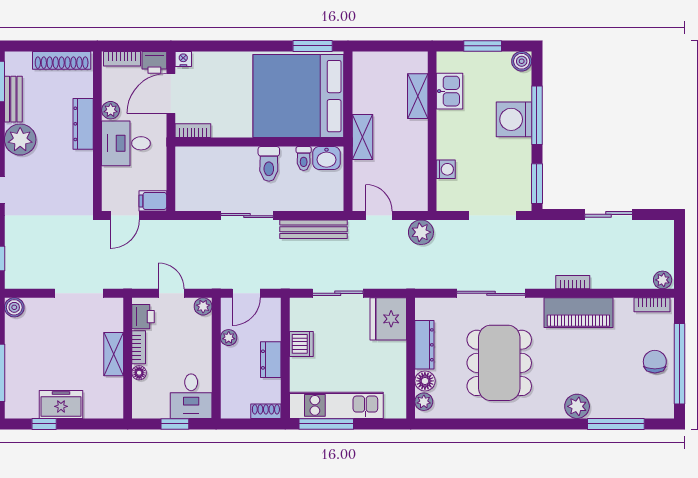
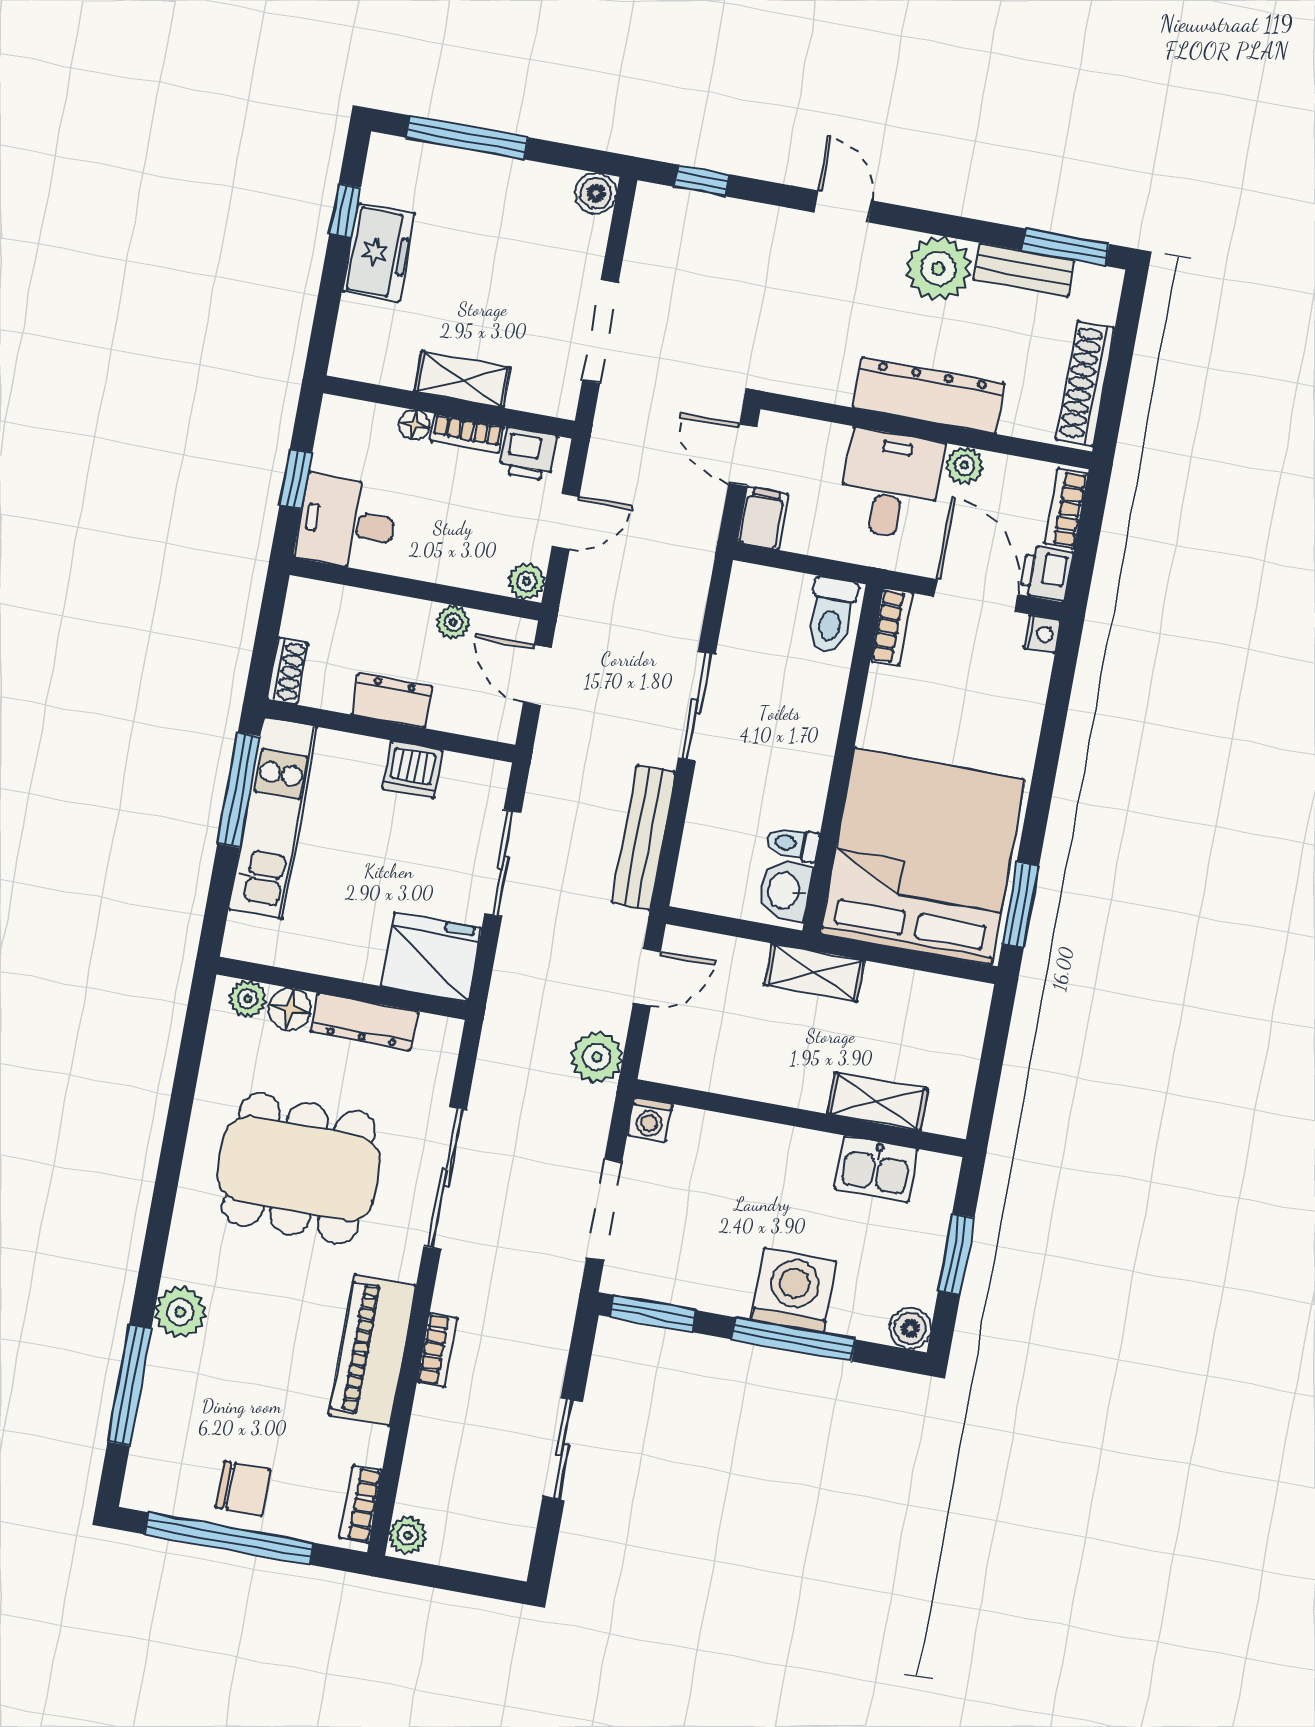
dresser: (83, 124) -> (929, 395), width x1.37, depth x1.24
toilet: (269, 164) -> (831, 615), moved, turned -90
washing machine: (446, 169) -> (650, 1120), moved

